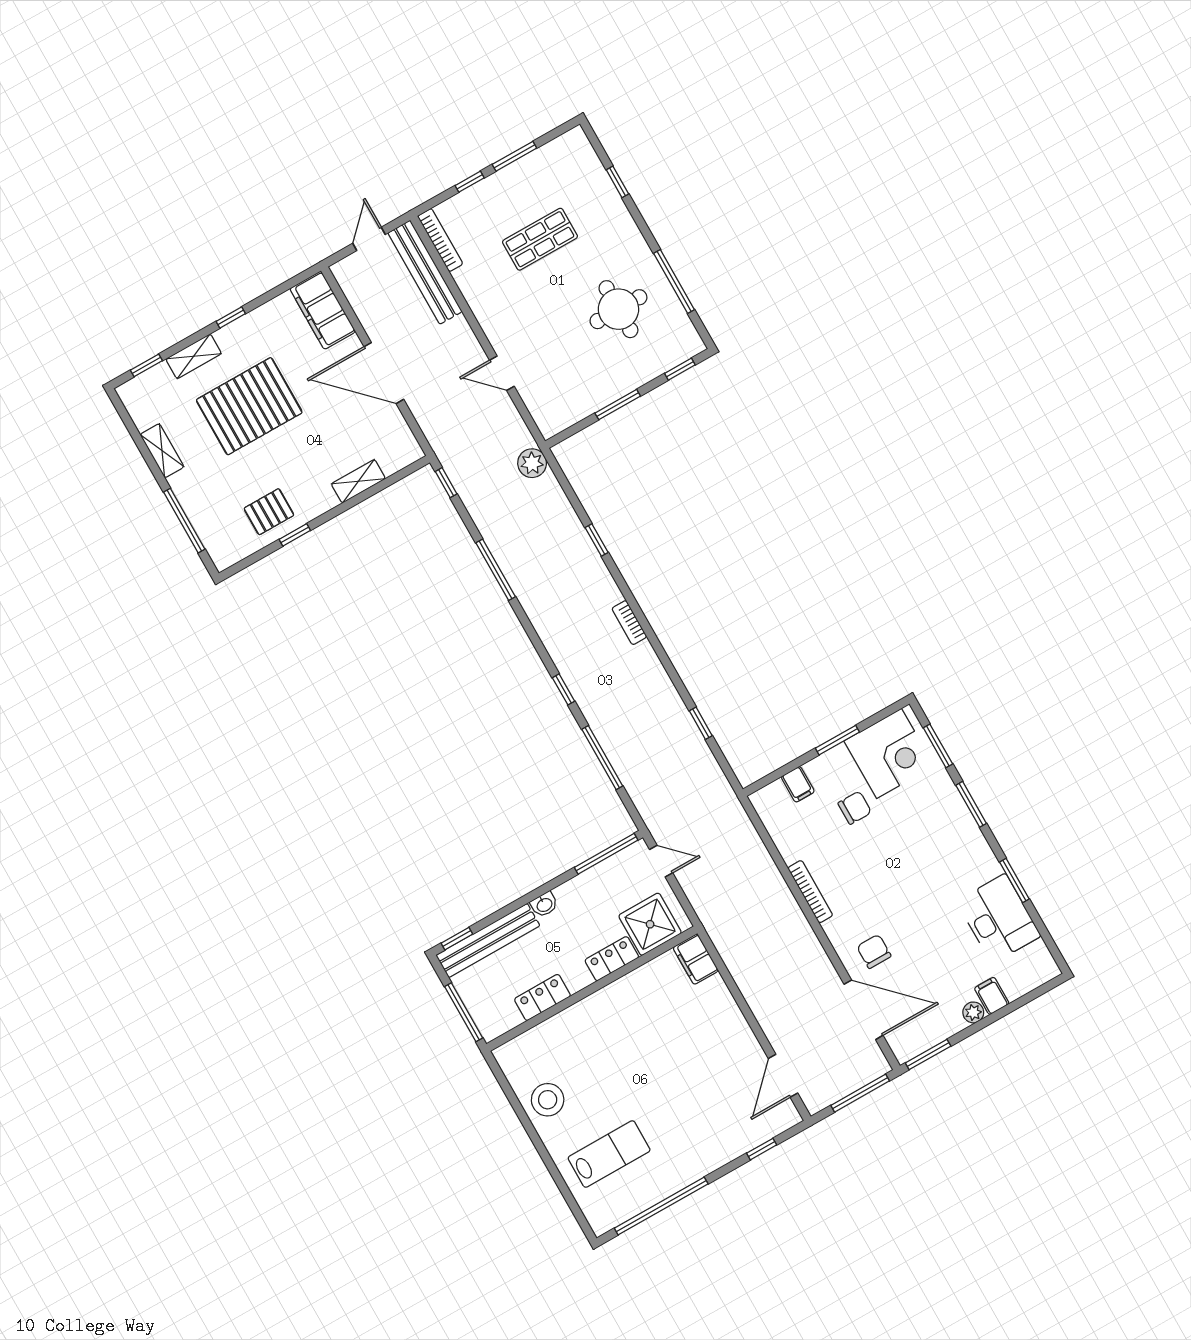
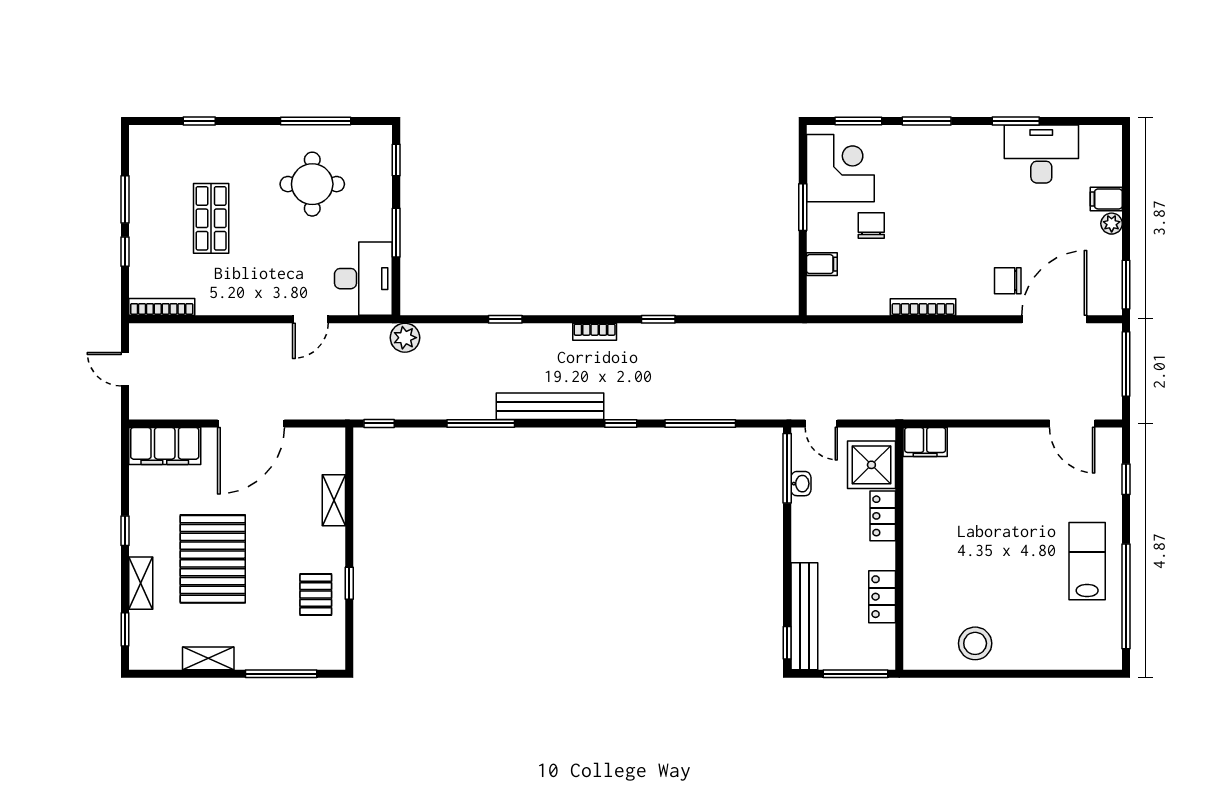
bench: (425, 272) -> (550, 406), moved
desk: (562, 399) -> (363, 279), added
window: (701, 723) -> (658, 319), moved
door: (661, 861) -> (821, 423), swing flipped
washbasin: (544, 905) -> (801, 484), moved
lab bench: (609, 1154) -> (1087, 561), moved

